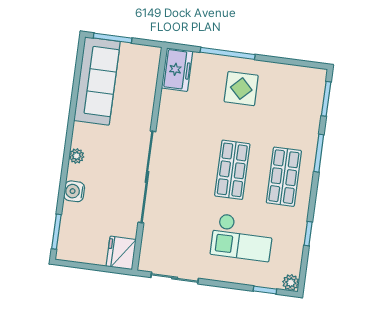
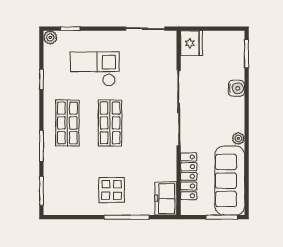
locker: (146, 93) -> (189, 176), added
plant: (76, 156) -> (238, 138), moved

